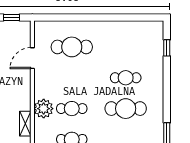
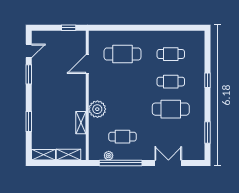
window: (167, 48) -> (207, 80), moved
cafe table: (72, 109) -> (171, 54), moved

